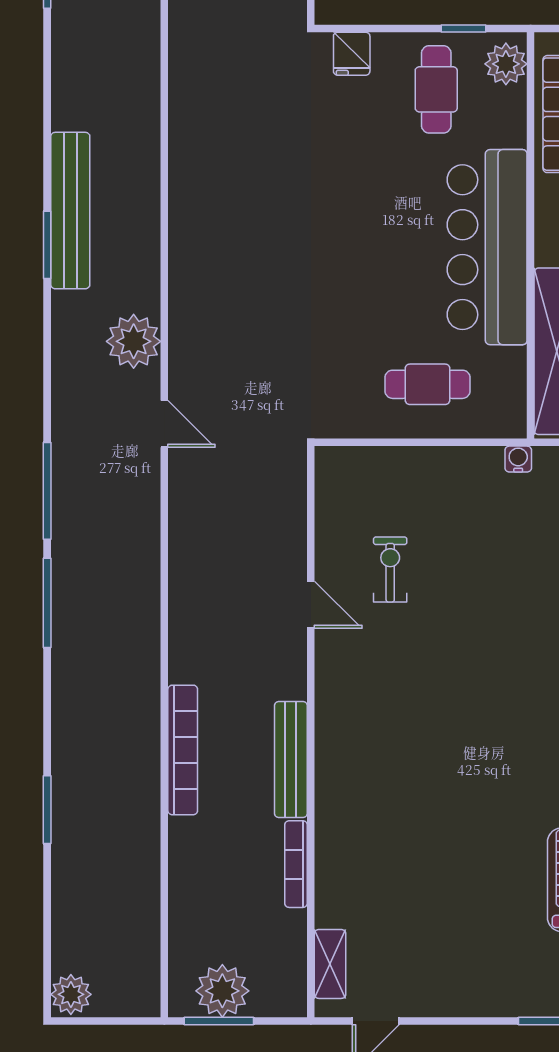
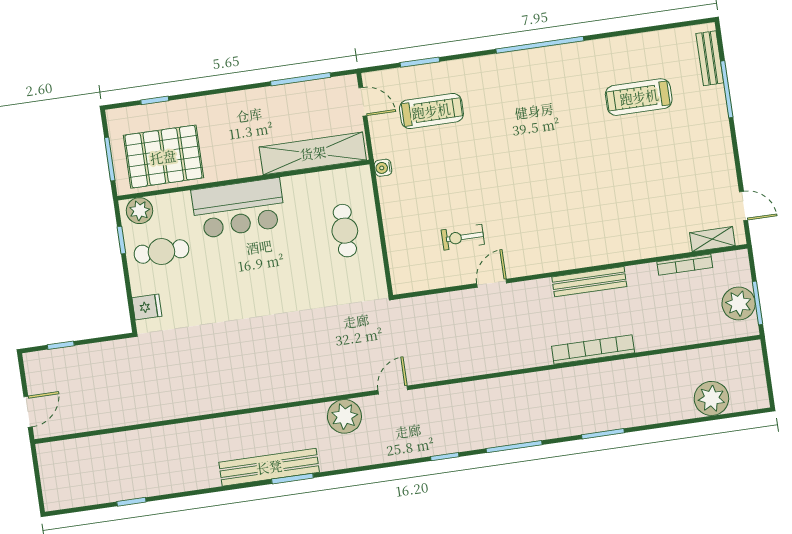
bar counter: (487, 247) -> (238, 208), width x0.73
window: (47, 491) -> (445, 457), width x0.46
window: (47, 810) -> (603, 434), moved
bookcase: (296, 864) -> (685, 265), moved
plant: (71, 994) -> (711, 398), moved, width x1.36, depth x1.36

